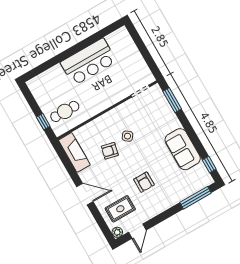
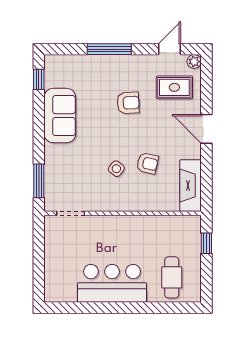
cafe table: (65, 111) -> (172, 277), moved, turned 90
armchair: (144, 182) -> (128, 103), turned 87
window: (196, 198) -> (109, 49), moved

